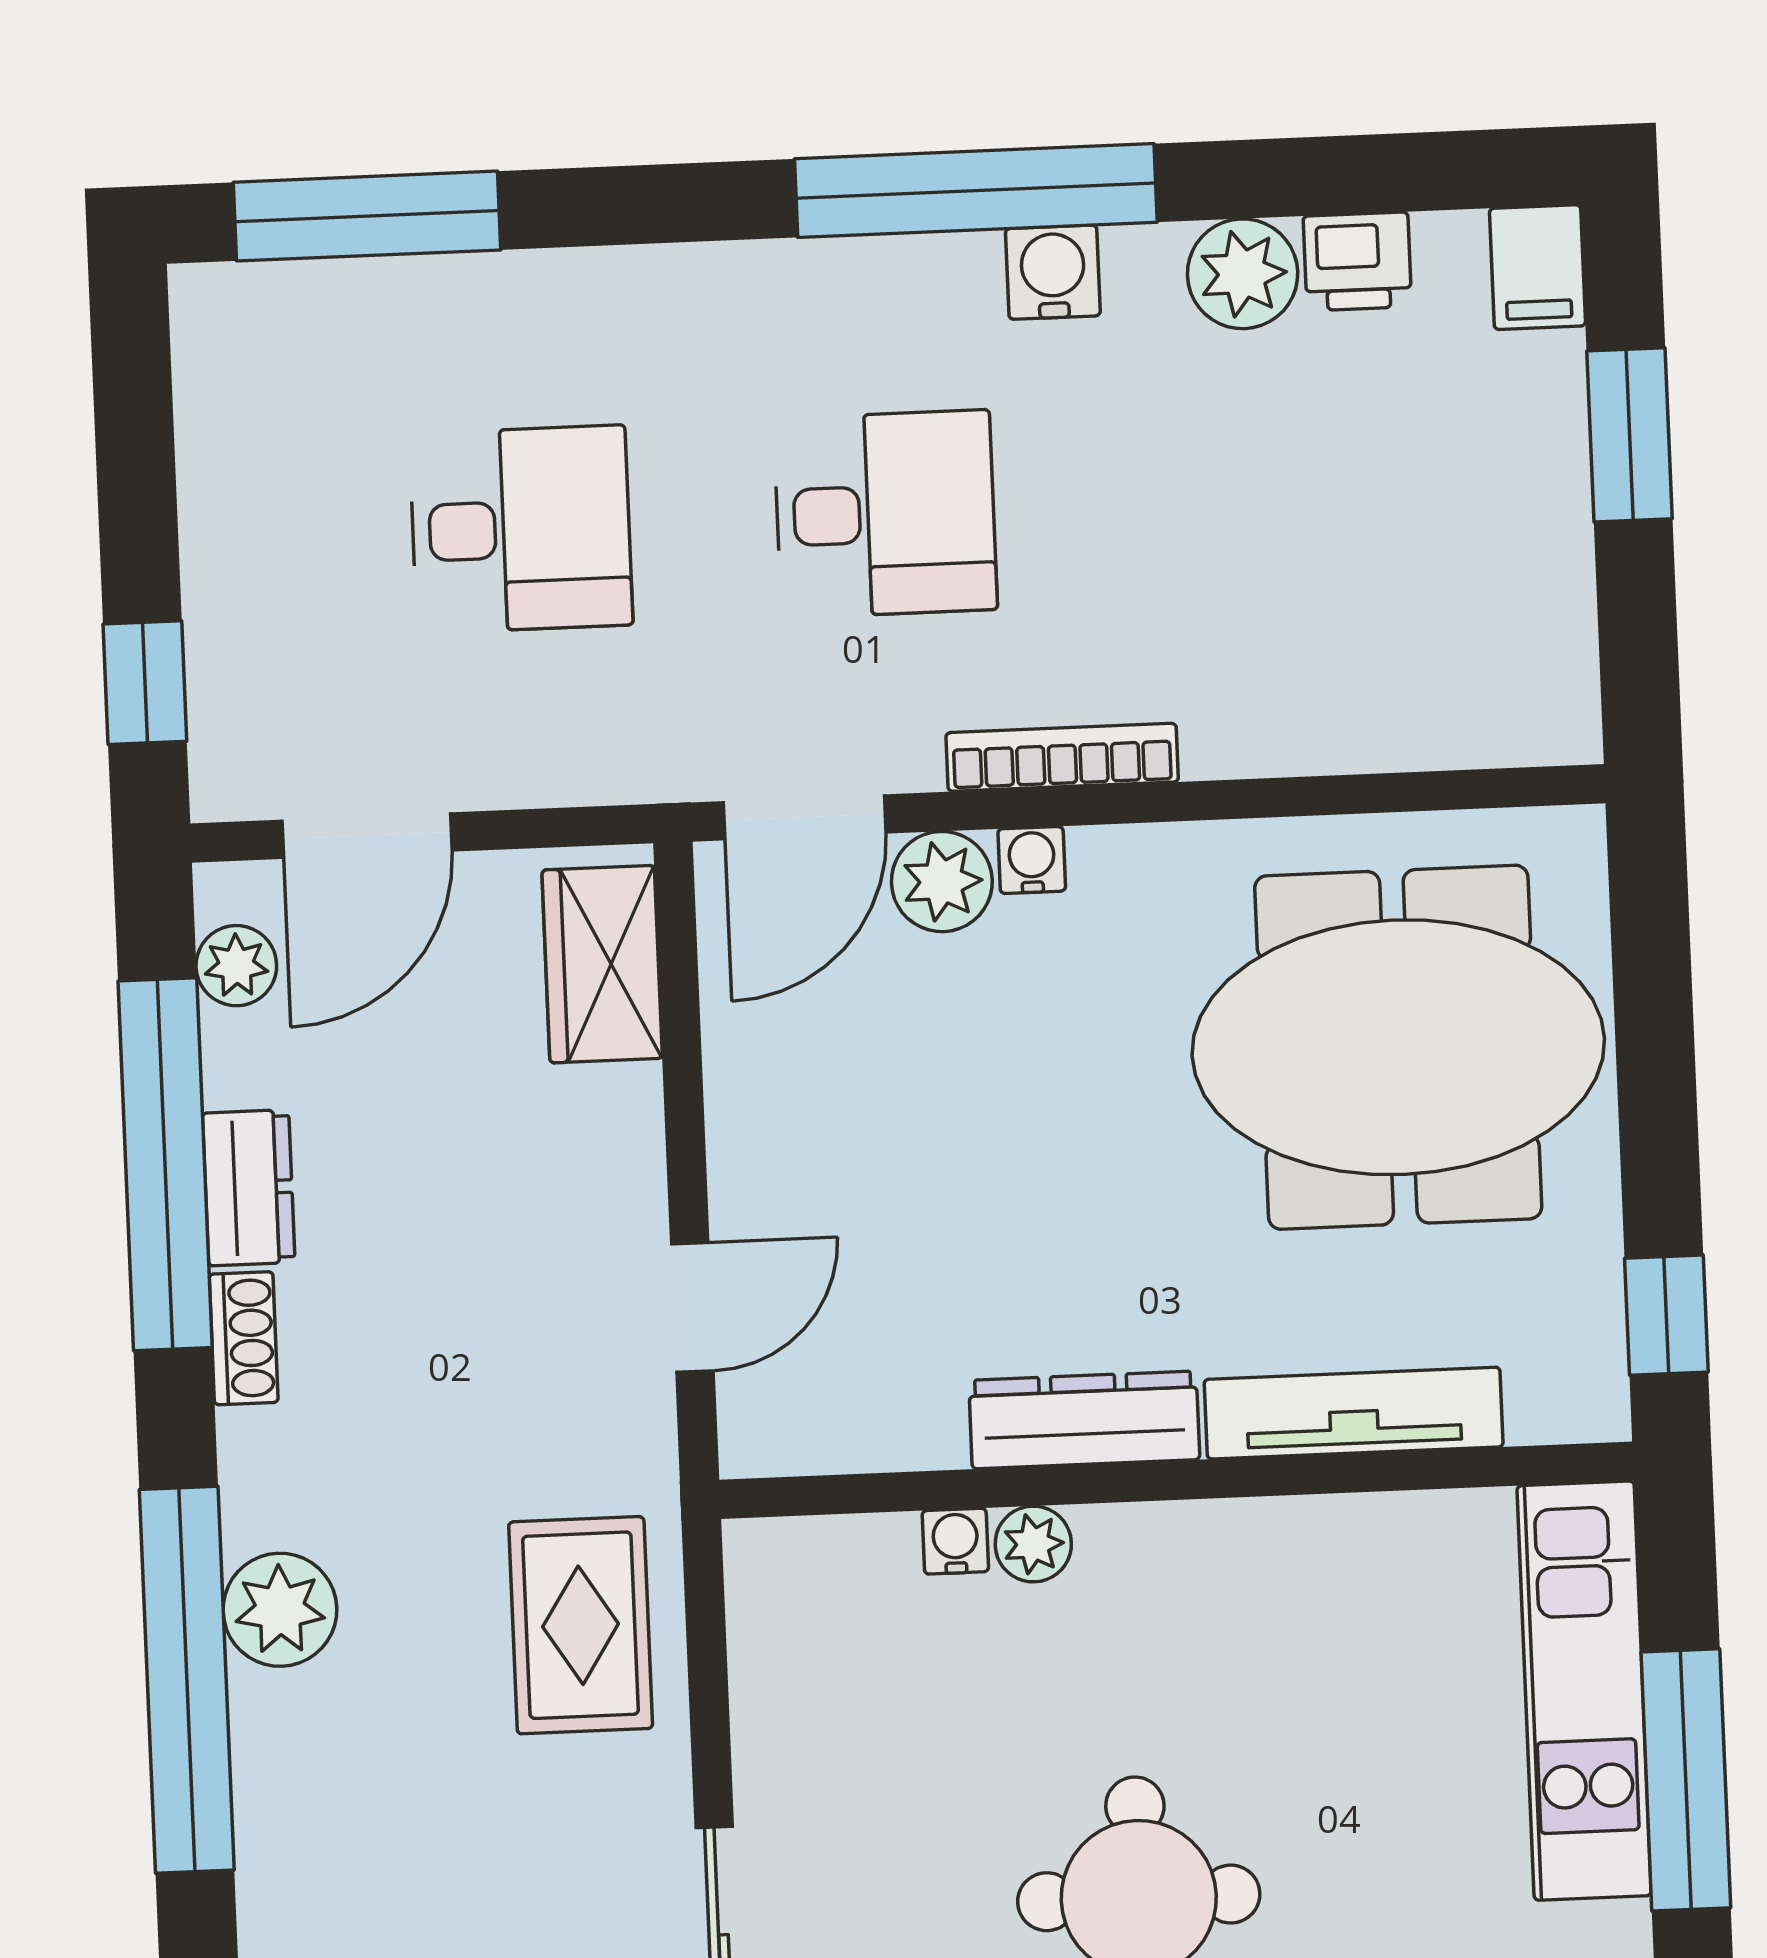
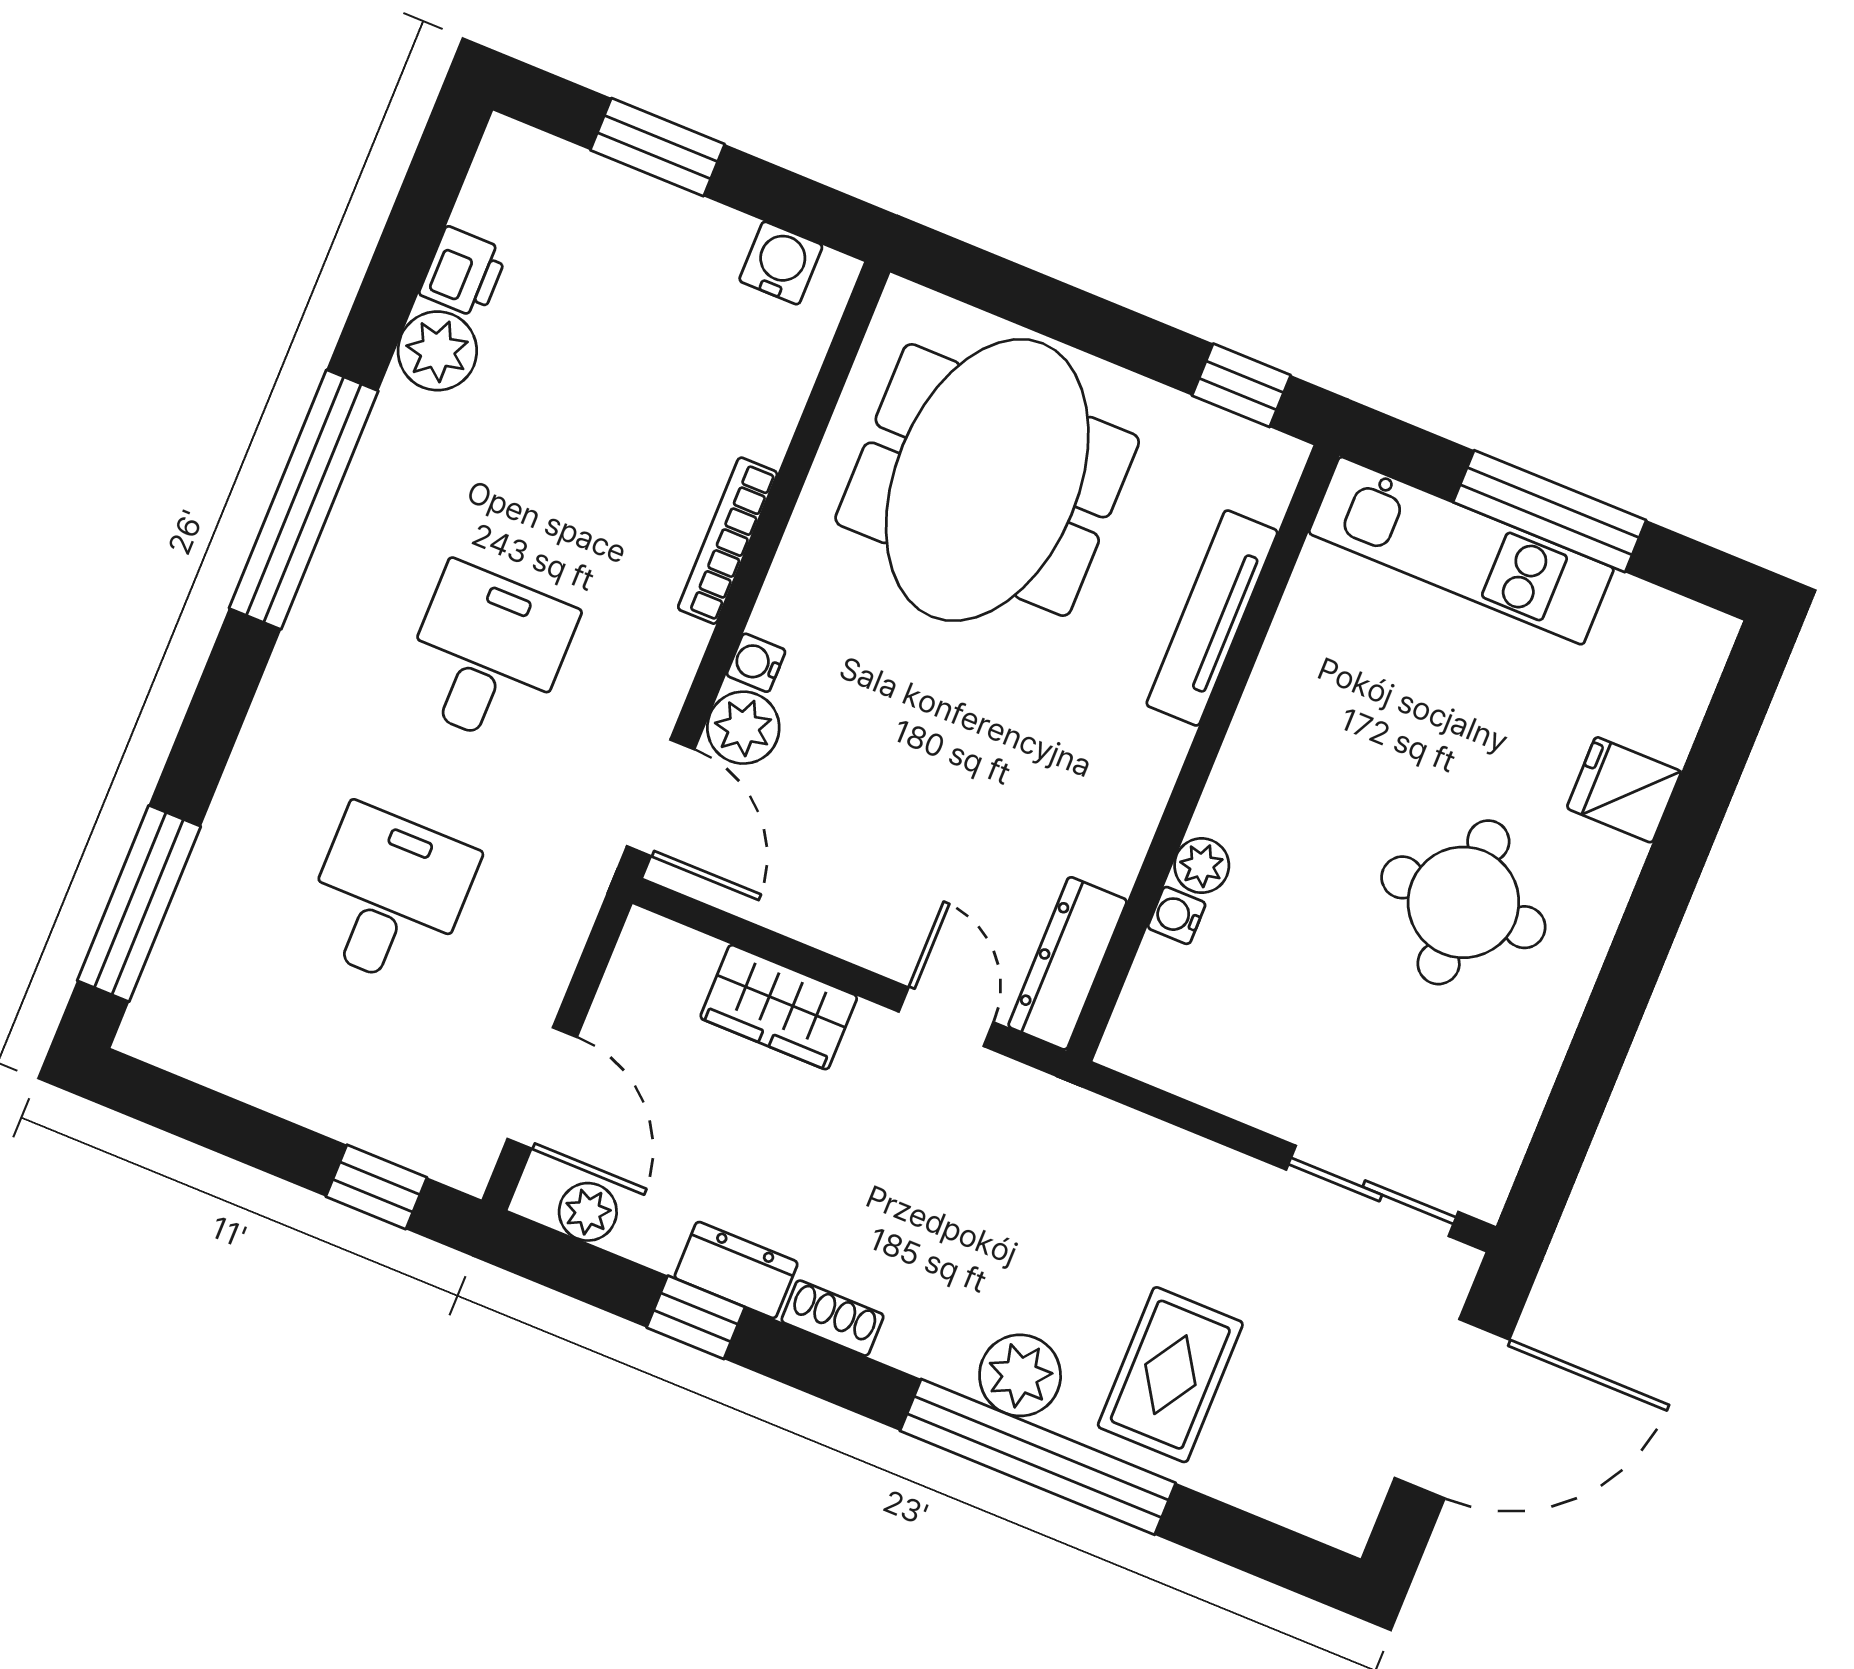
filing cabinet: (1537, 267) -> (521, 157), removed
water cooler: (1053, 272) -> (781, 263), moved, turned 90
bookcase: (1062, 757) -> (728, 541), moved
wardrobe: (602, 964) -> (779, 1007), moved
window: (165, 1164) -> (696, 1317), width x0.32
dresser: (1084, 1420) -> (1068, 963), moved
rug: (581, 1625) -> (1170, 1375), moved, turned 90

